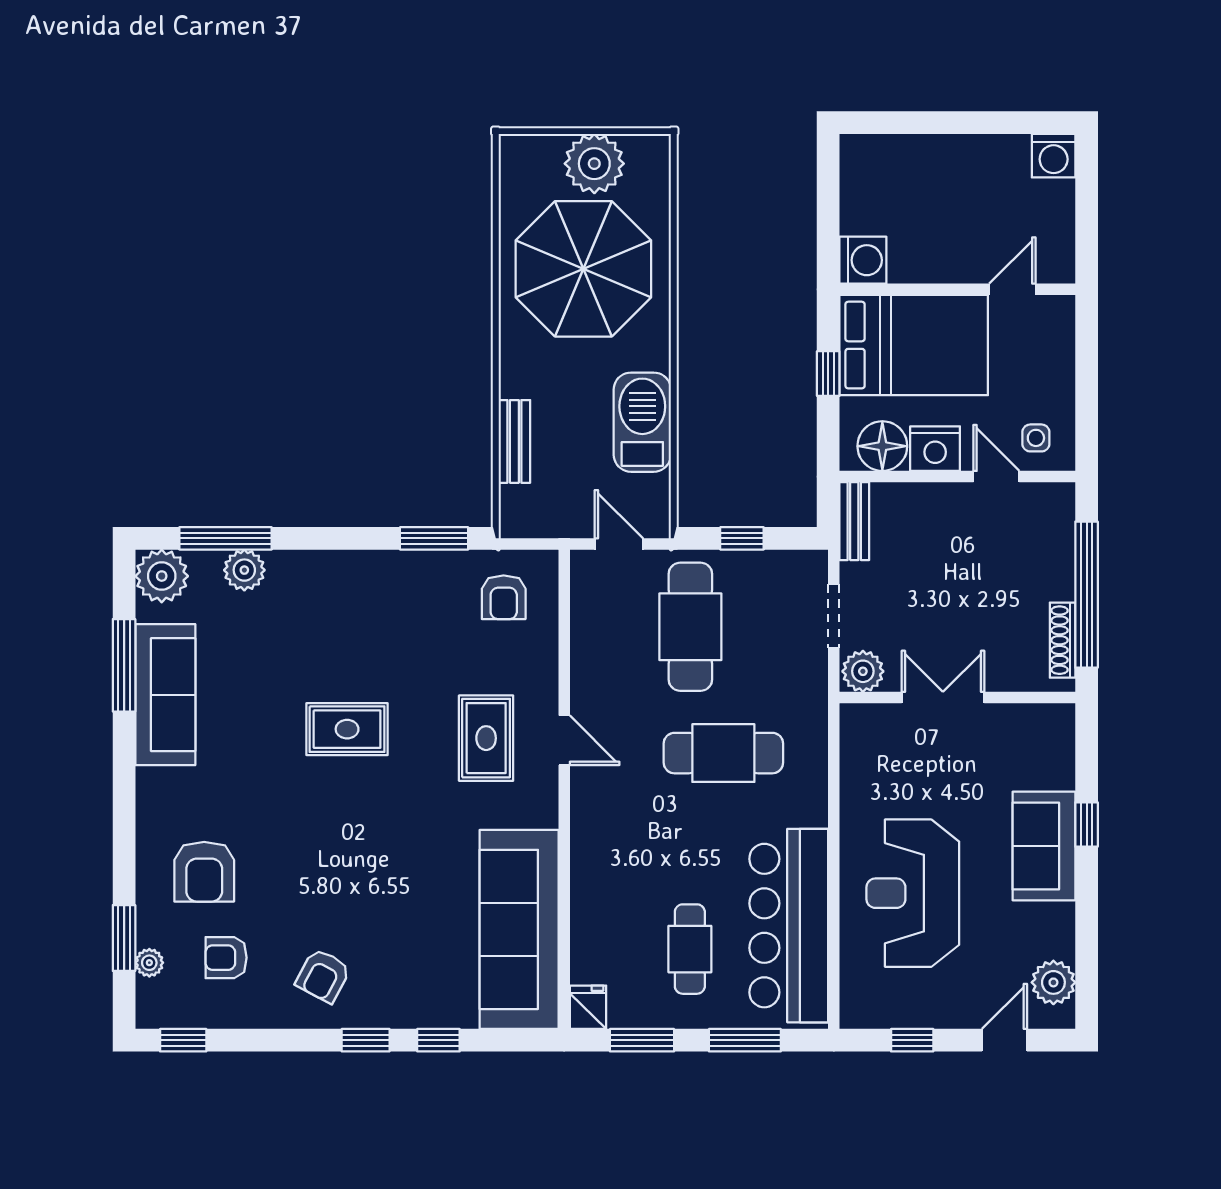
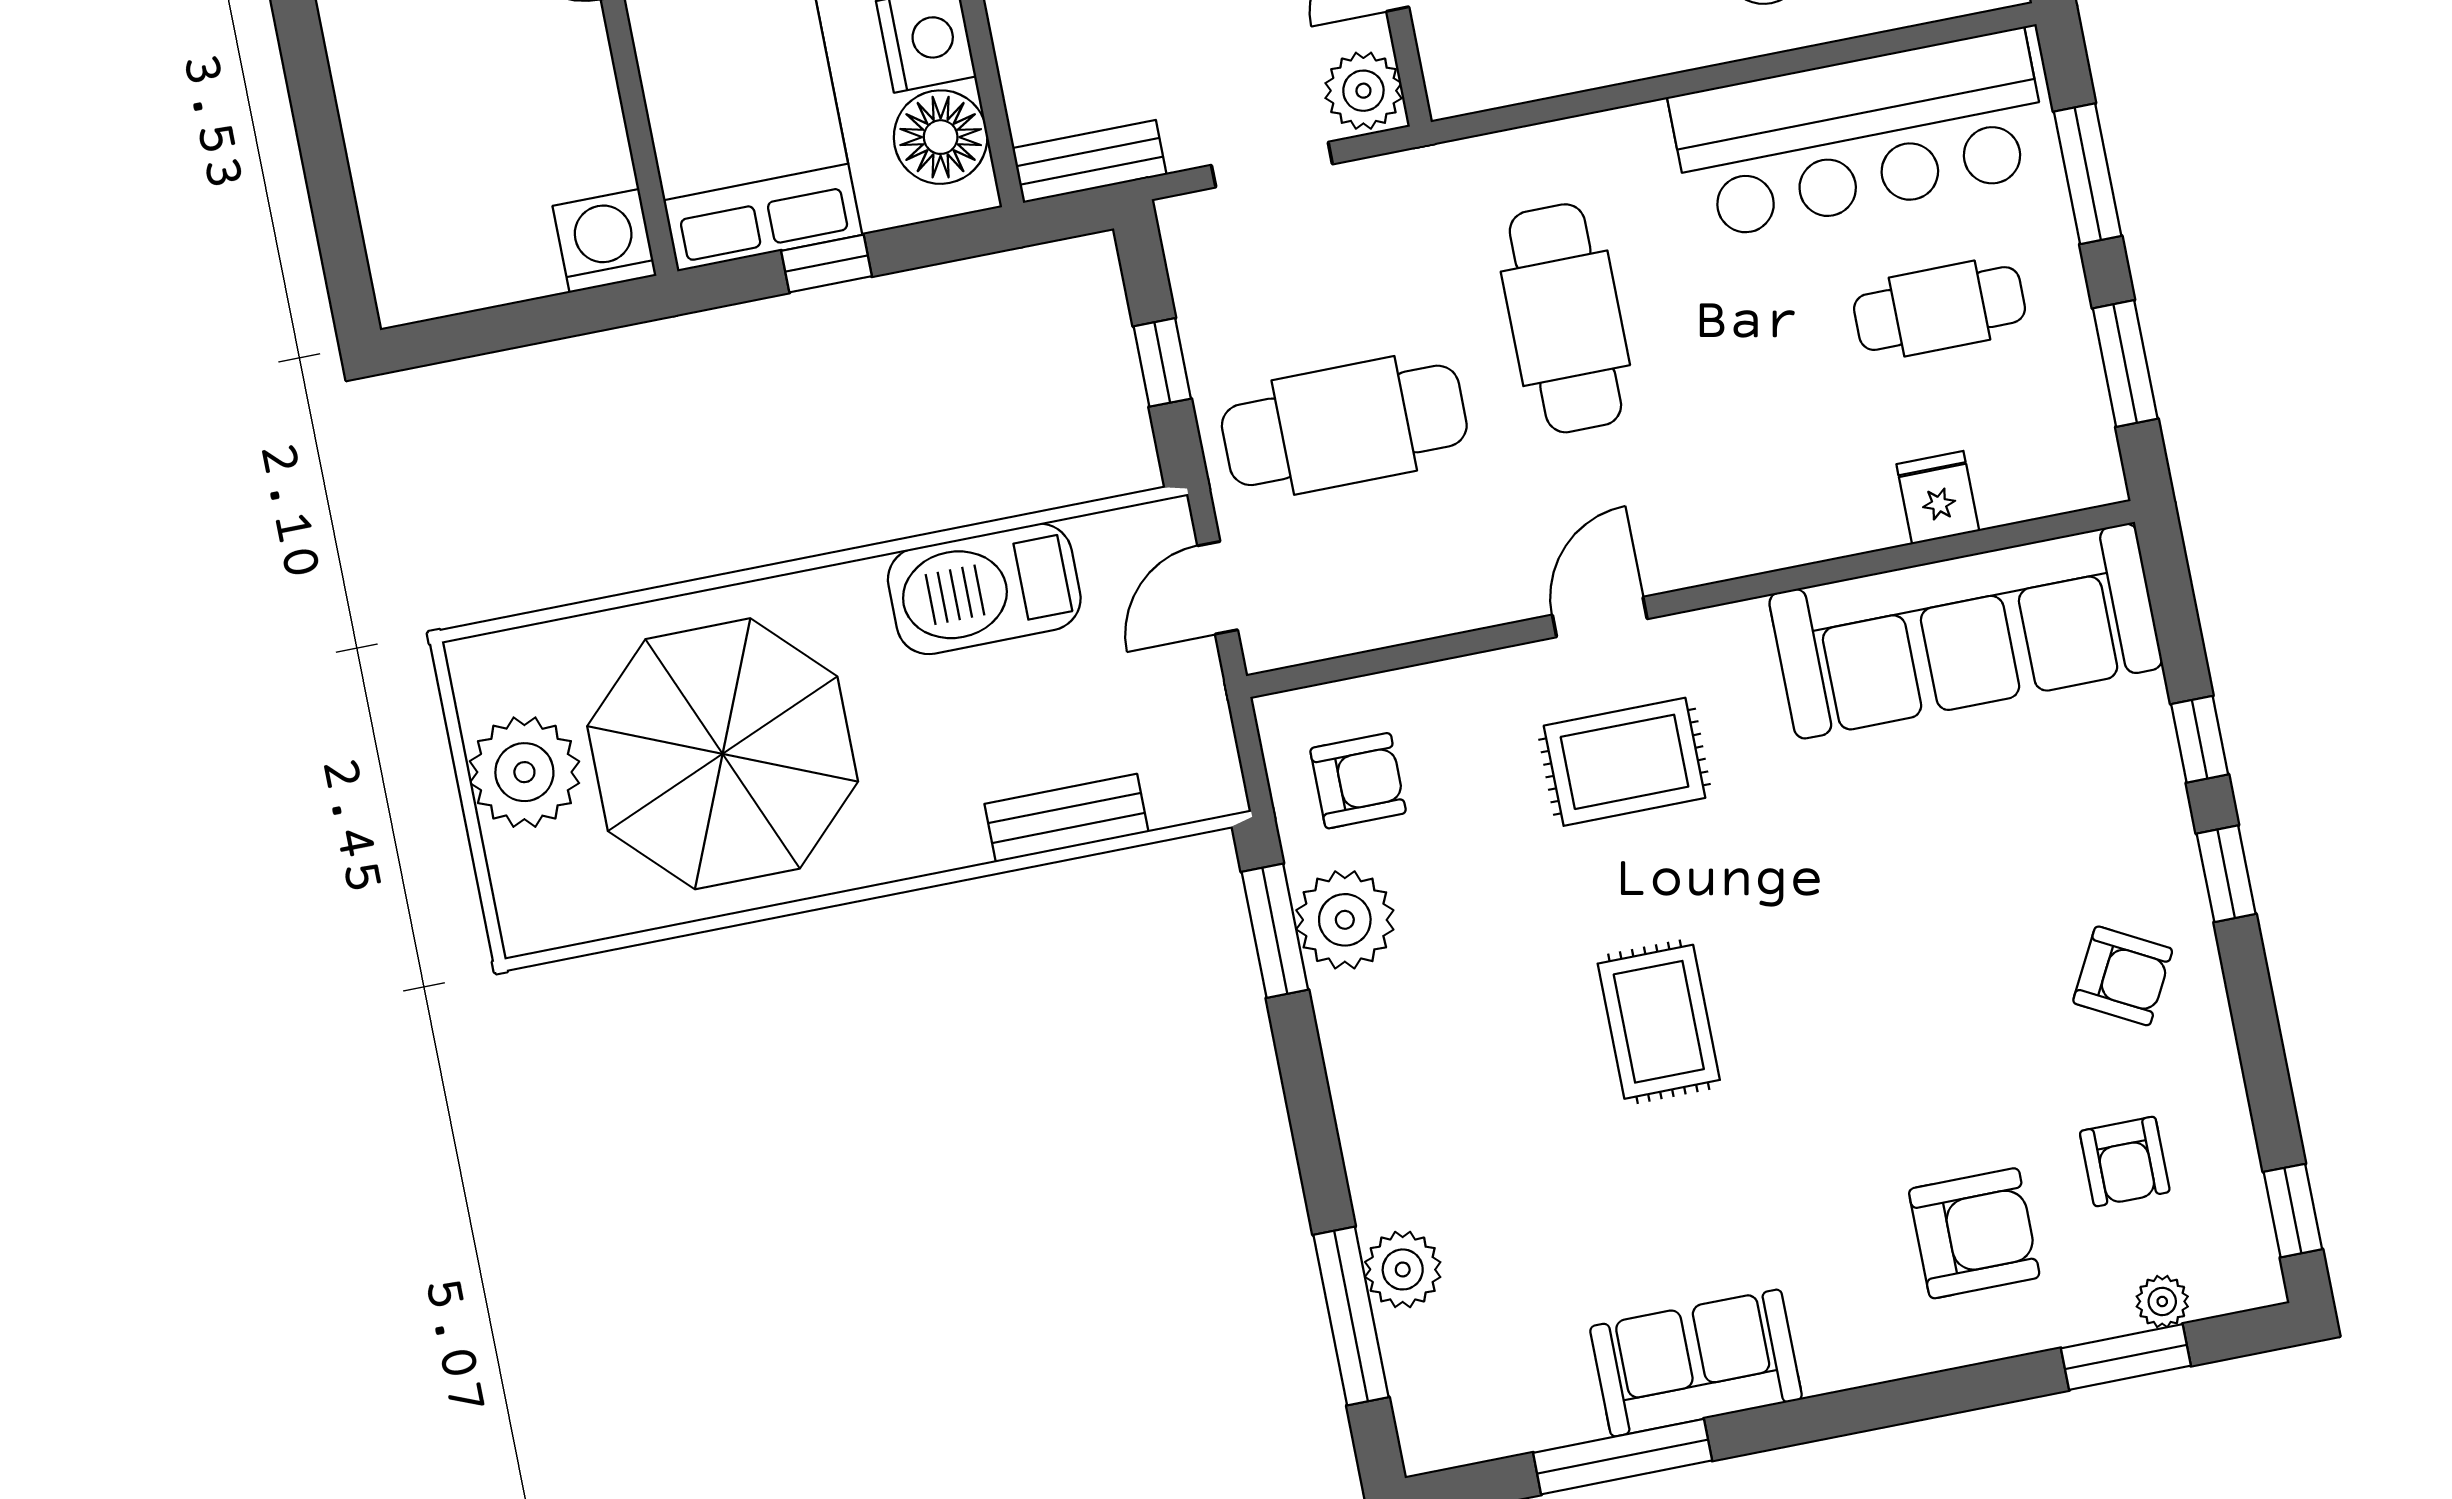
plant: (162, 576) -> (1345, 920), moved
sofa: (165, 695) -> (1696, 1363), width x0.73
fridge: (588, 1007) -> (1938, 498), moved, turned 90

